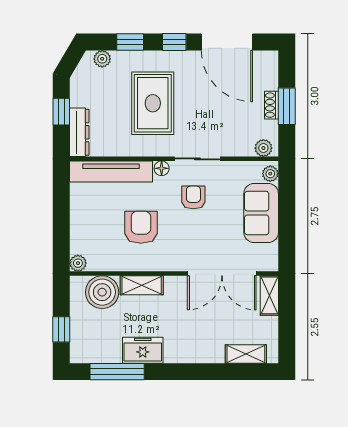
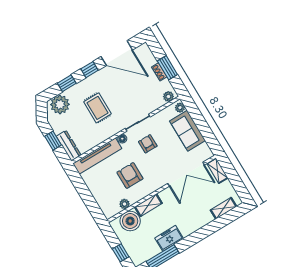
plant: (102, 59) -> (60, 104), width x1.88, depth x1.88
rug: (153, 103) -> (98, 108), width x0.73, depth x0.70
plant: (78, 263) -> (125, 204), moved

